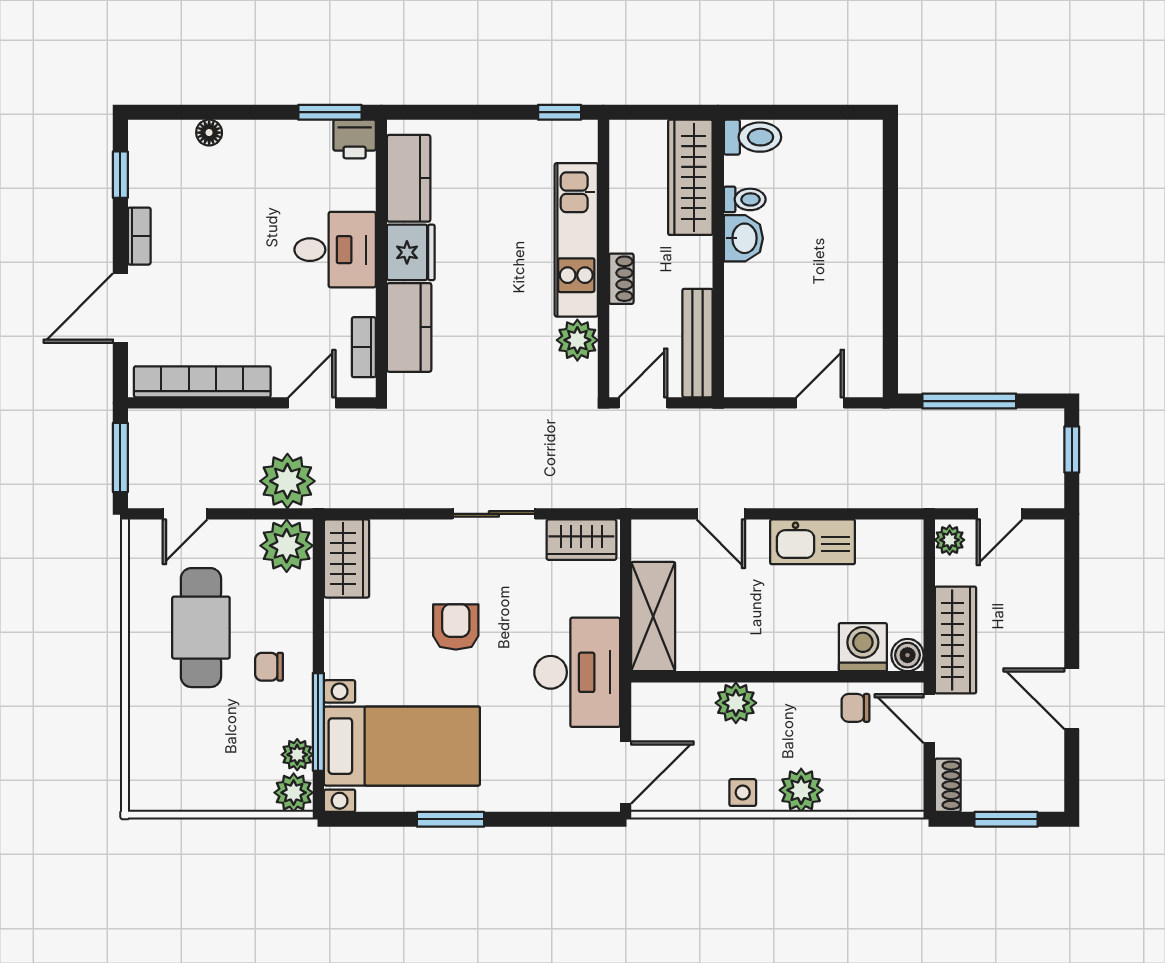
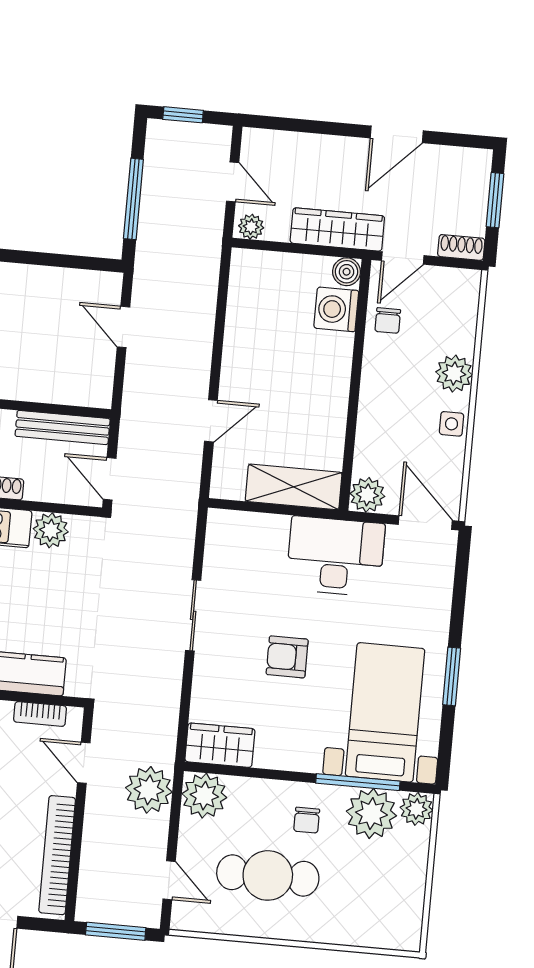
wardrobe: (581, 540) -> (222, 542), removed
kitchen sink: (813, 542) -> (242, 344), removed
plant: (736, 703) -> (367, 495), moved
plant: (297, 755) -> (371, 814), width x1.88, depth x1.88

